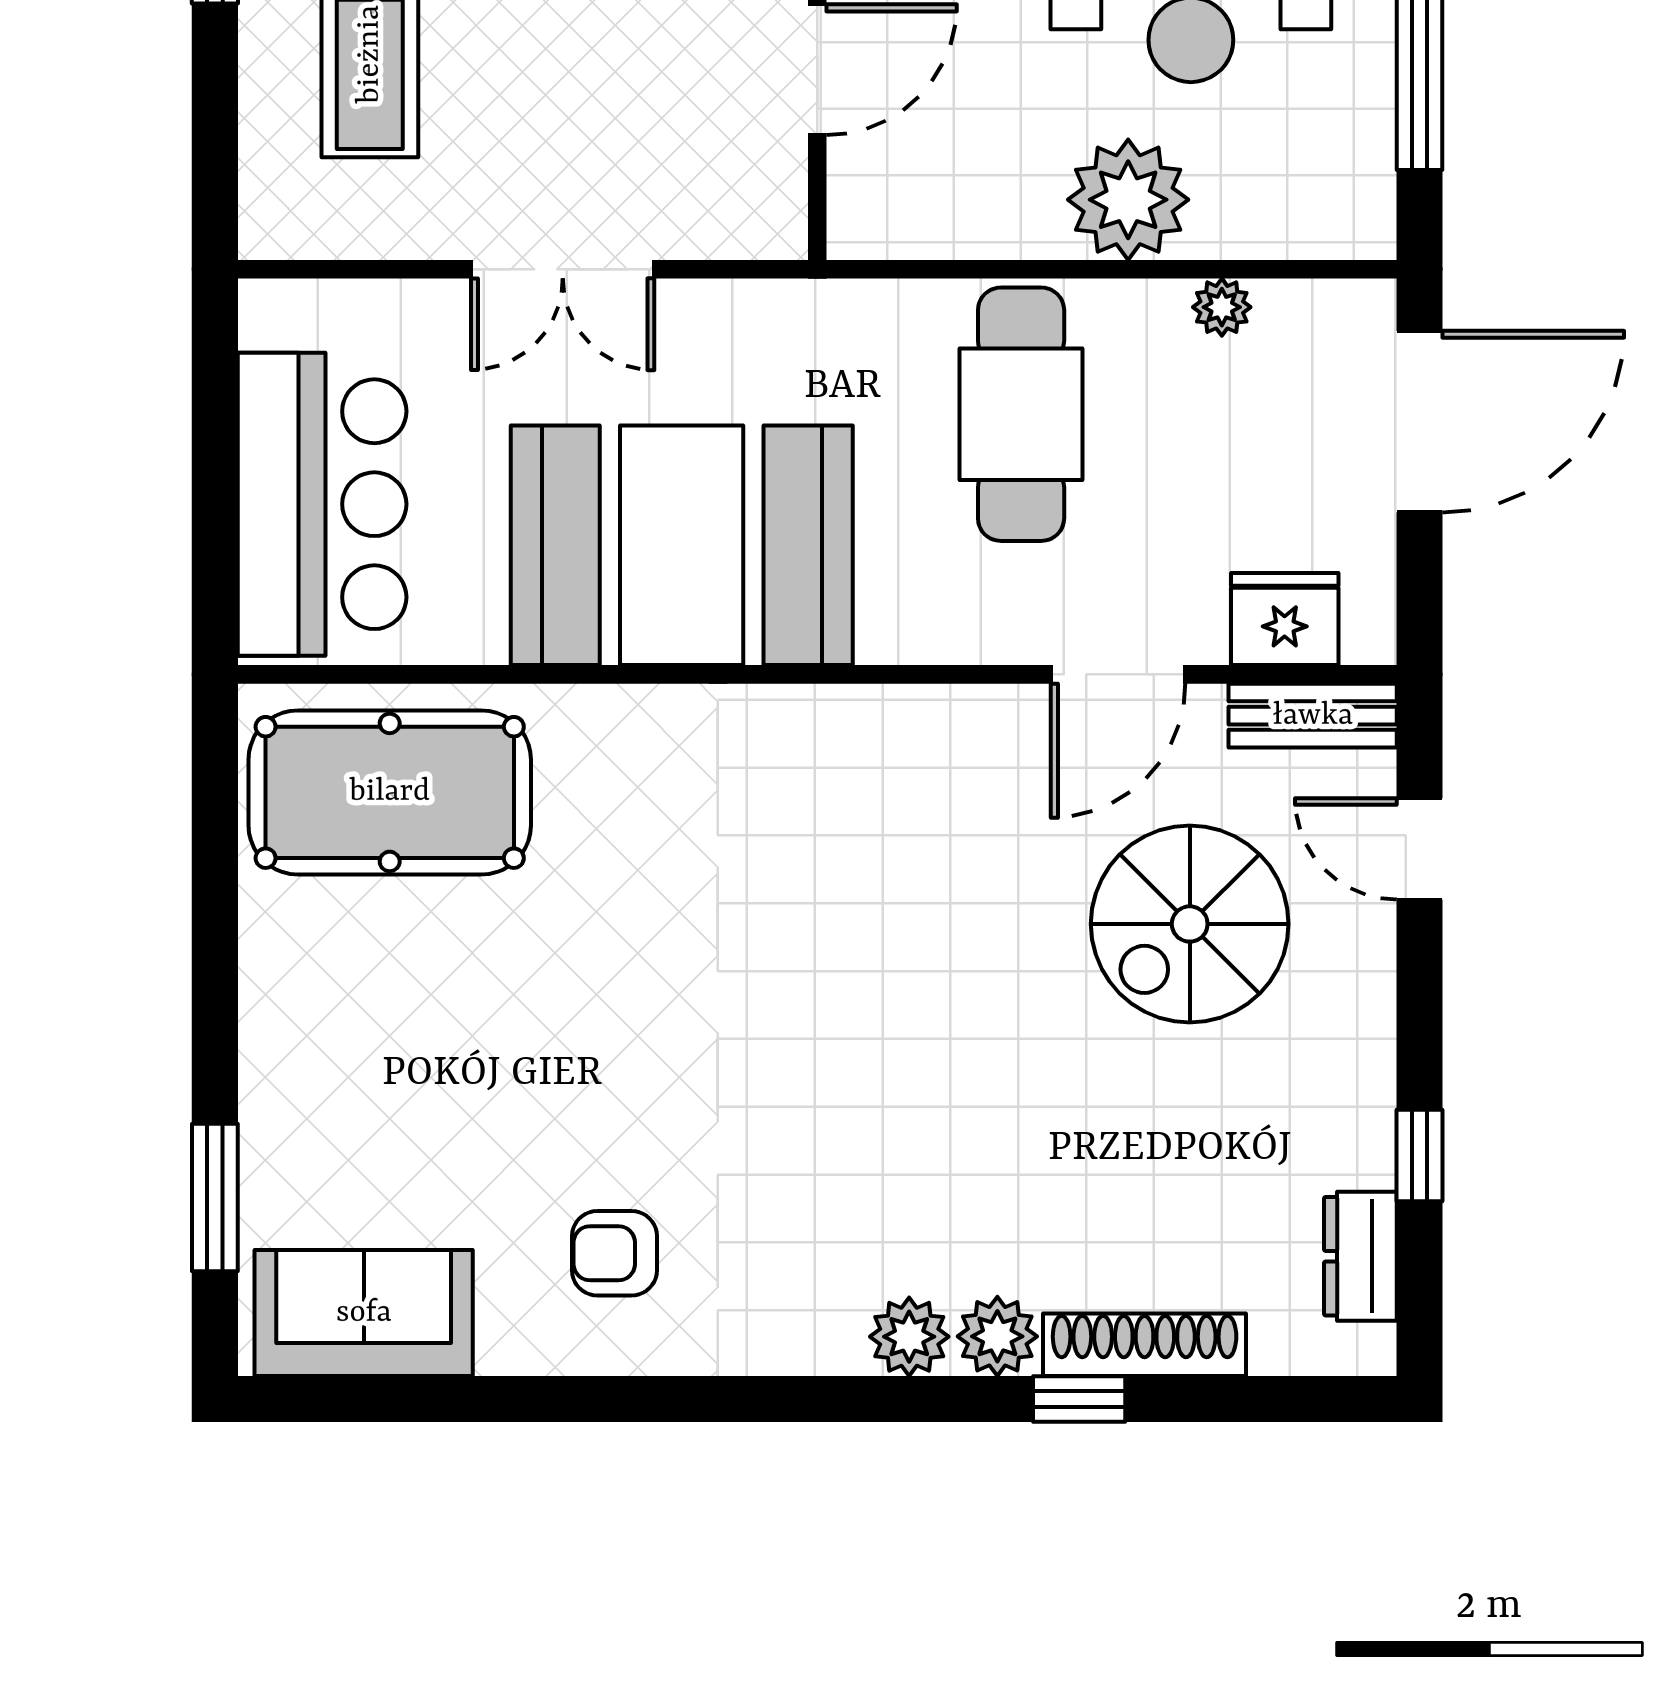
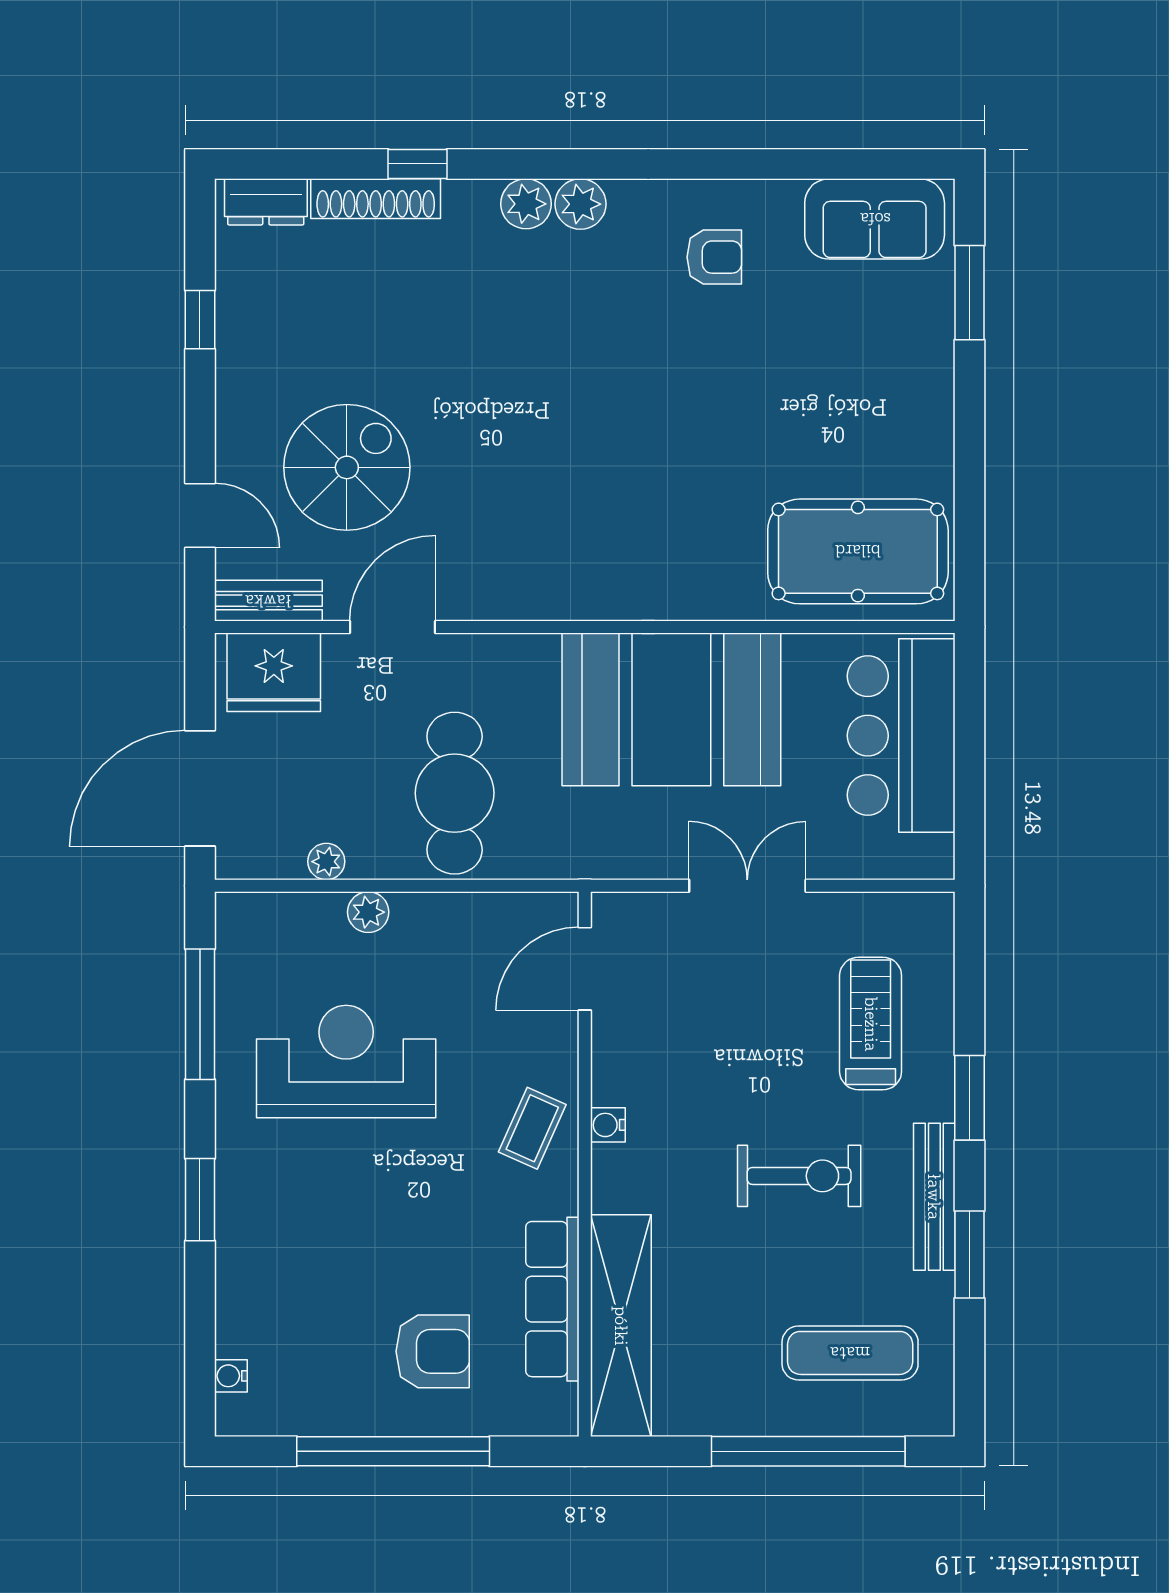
door: (817, 70) -> (585, 969), moved
plant: (1128, 200) -> (368, 912), width x0.53, depth x0.53
fridge: (1285, 619) -> (274, 672), width x1.36, depth x1.34
dresser: (1360, 1256) -> (266, 202), moved, turned 90
plant: (997, 1336) -> (580, 204), moved

